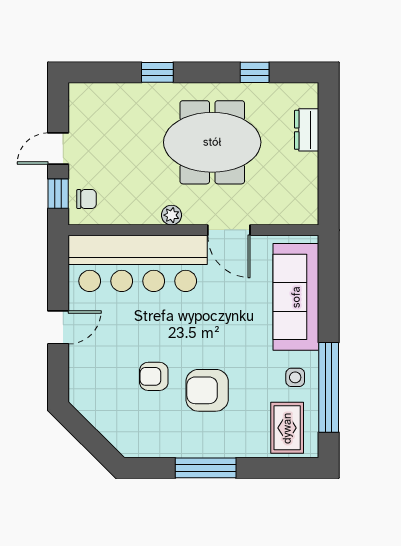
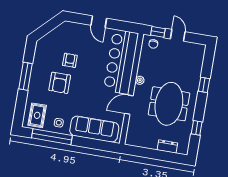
armchair: (207, 390) -> (60, 83), turned 180
rug: (287, 428) -> (37, 115), turned 90

